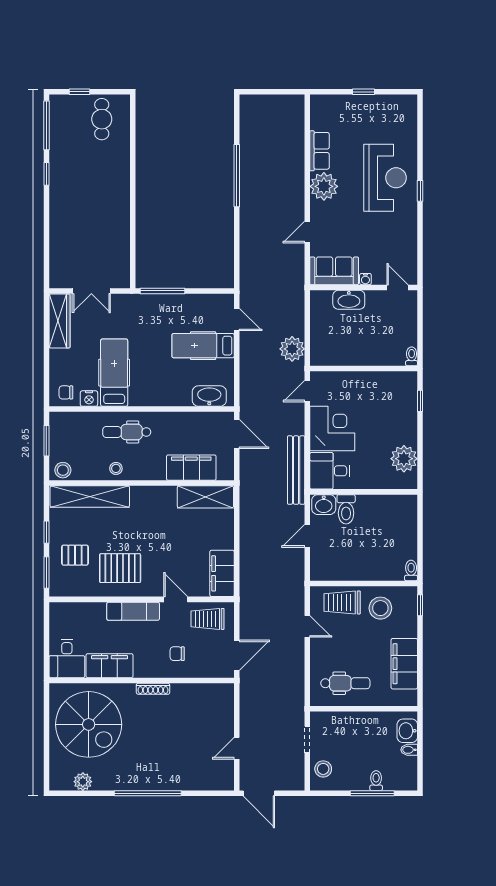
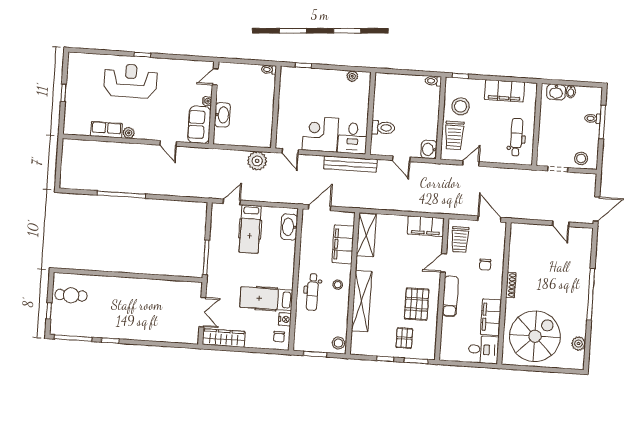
plant: (324, 186) -> (129, 133), width x0.53, depth x0.53
plant: (404, 459) -> (352, 76), width x0.53, depth x0.53
stool: (116, 468) -> (338, 285), moved
shelving: (90, 496) -> (362, 301), moved
washbasin: (324, 505) -> (429, 149), moved, turned 180

